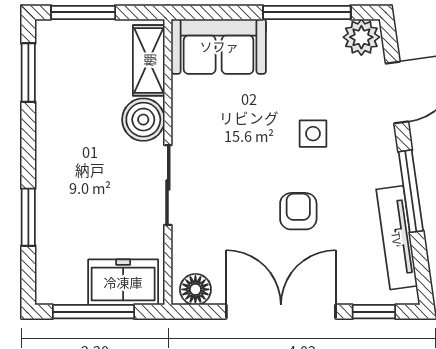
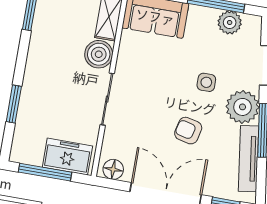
plant: (361, 37) -> (230, 22), moved
plant: (374, 161) -> (243, 107), added
armchair: (298, 211) -> (188, 131), turned -77

